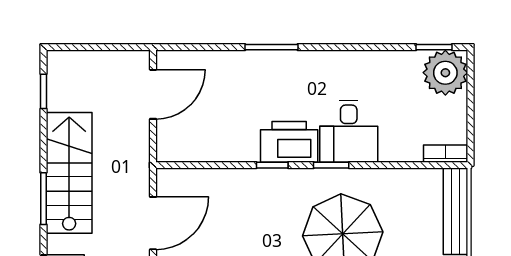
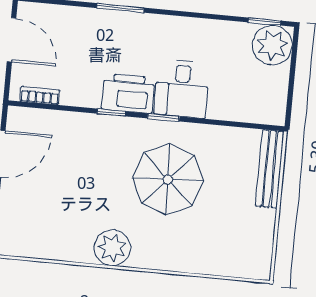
door: (153, 94) -> (12, 40), hinge flipped
bookcase: (445, 154) -> (40, 95), moved

